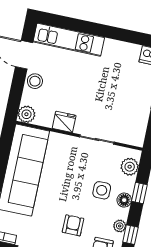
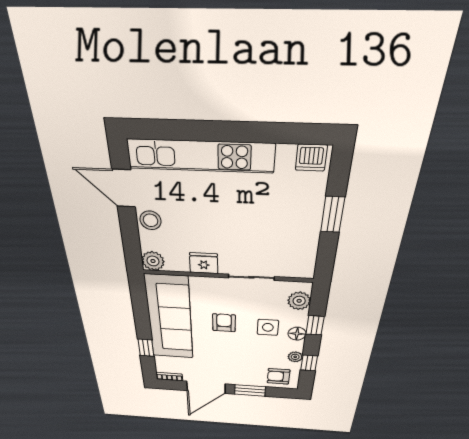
kitchen unit: (69, 40) -> (201, 156), width x1.36
armchair: (73, 225) -> (224, 323), moved

